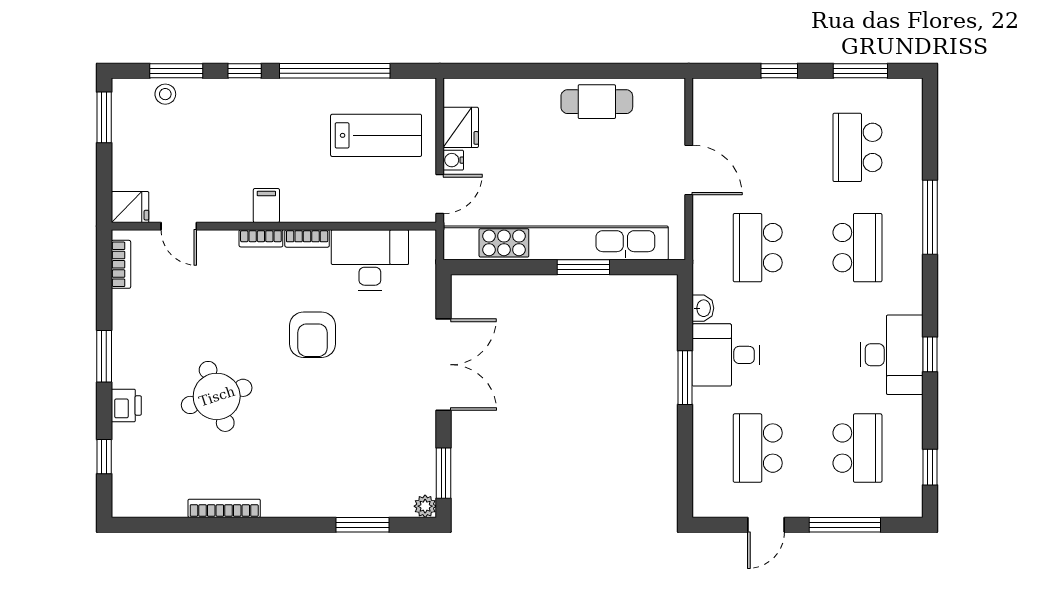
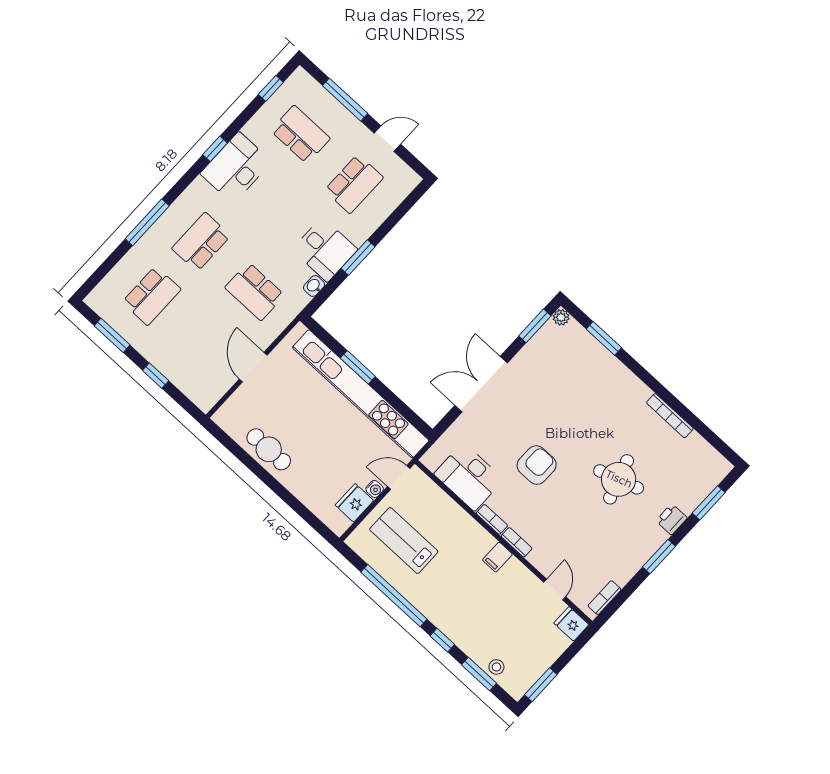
school desk: (758, 248) -> (255, 291), turned 90
school desk: (857, 448) -> (300, 134), turned 90
window: (104, 457) -> (709, 503), width x1.50

